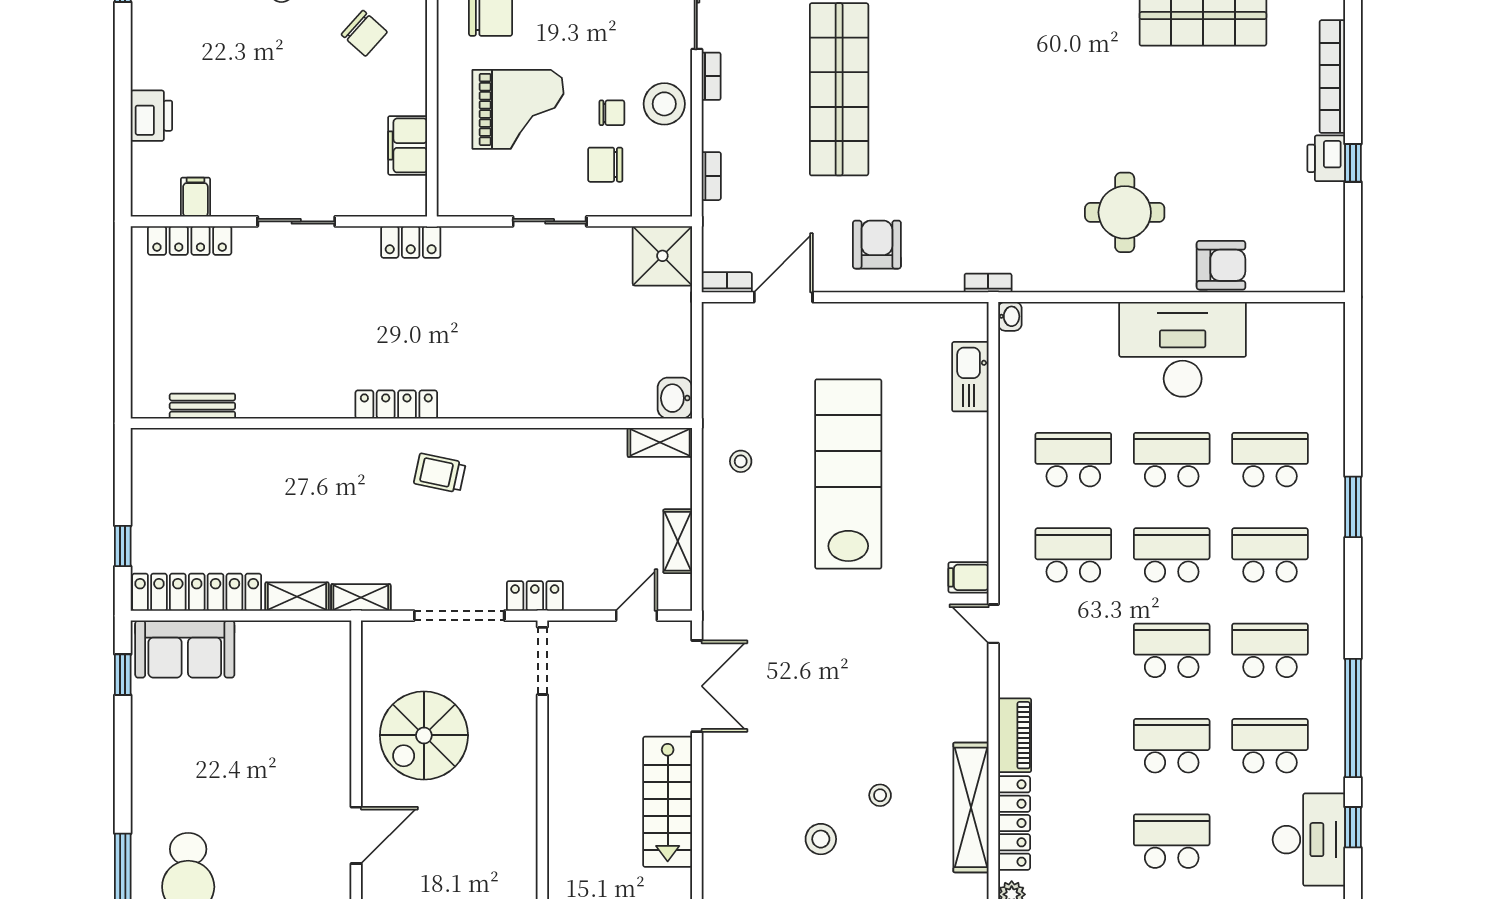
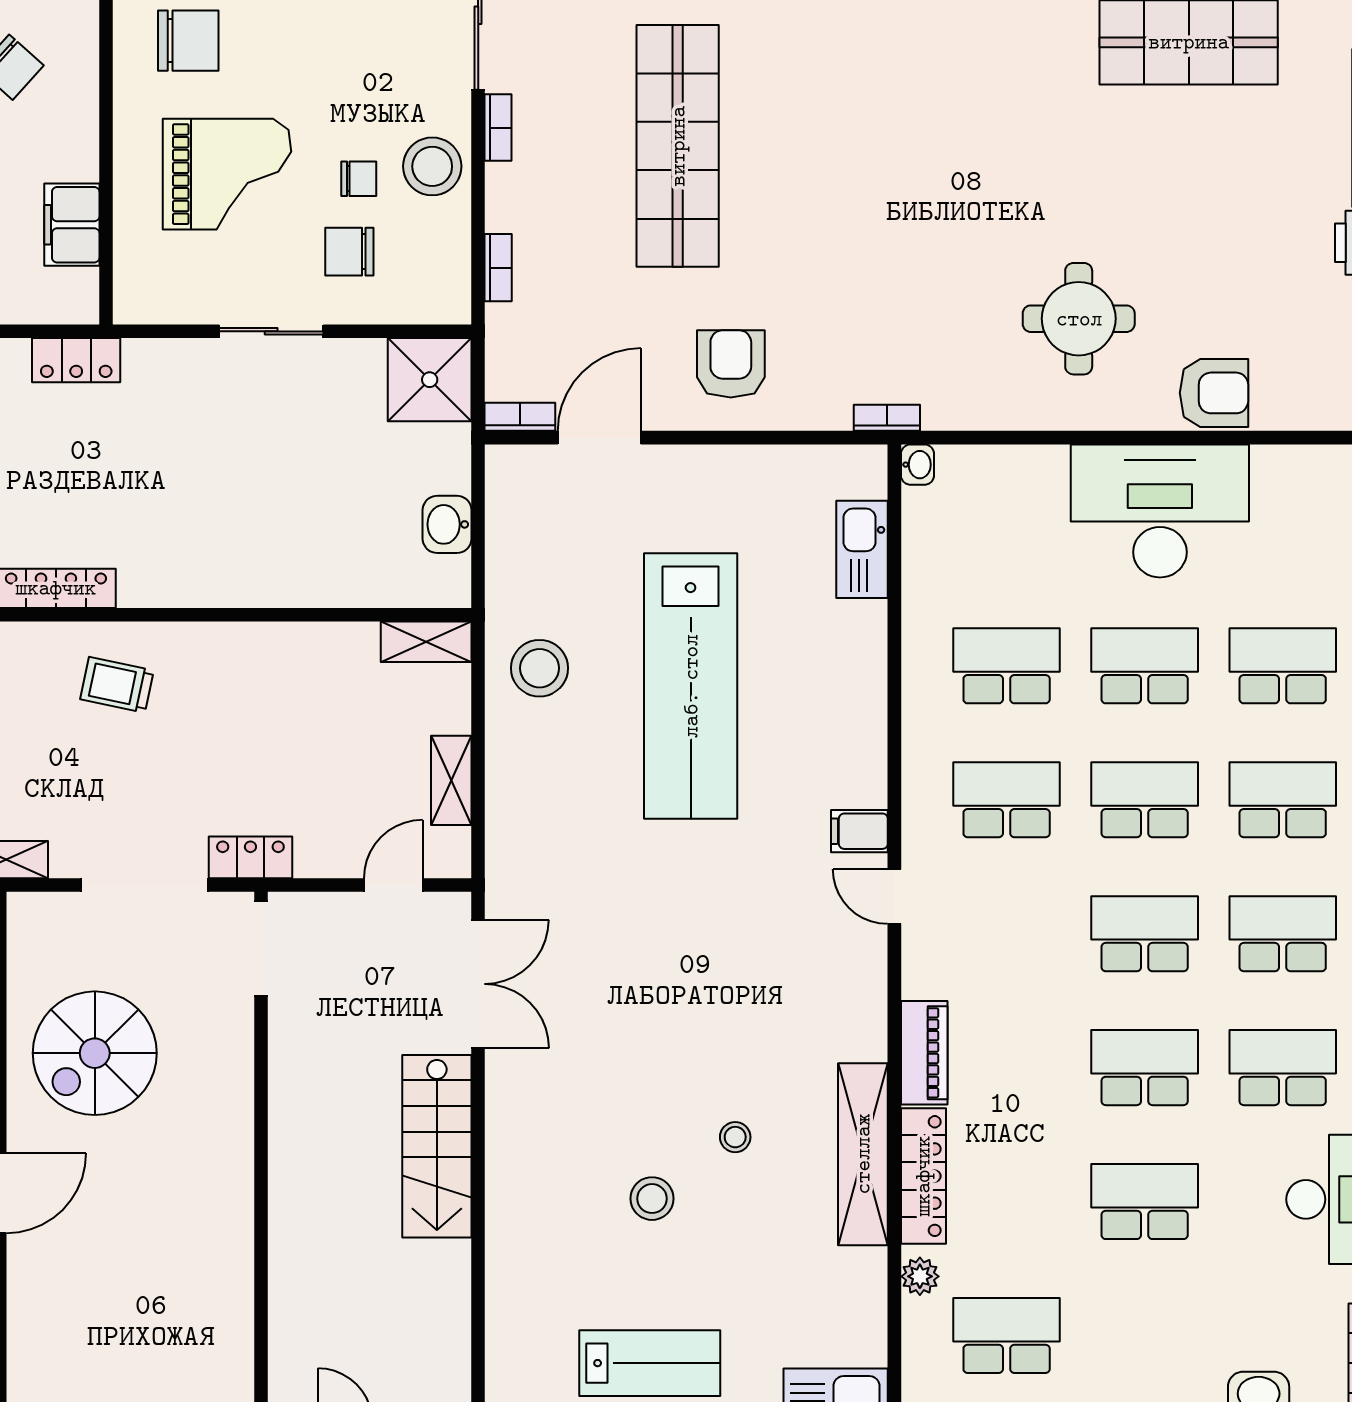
washbasin: (675, 398) -> (447, 524), moved
stool: (741, 461) -> (540, 668), width x1.89, depth x1.89
lab bench: (848, 474) -> (691, 686), turned 180

